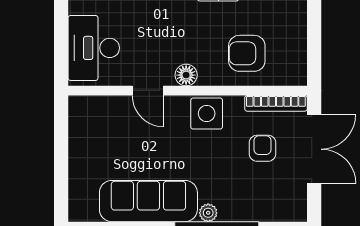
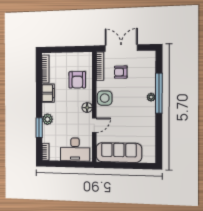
sofa: (148, 201) -> (119, 153), moved, turned 90

